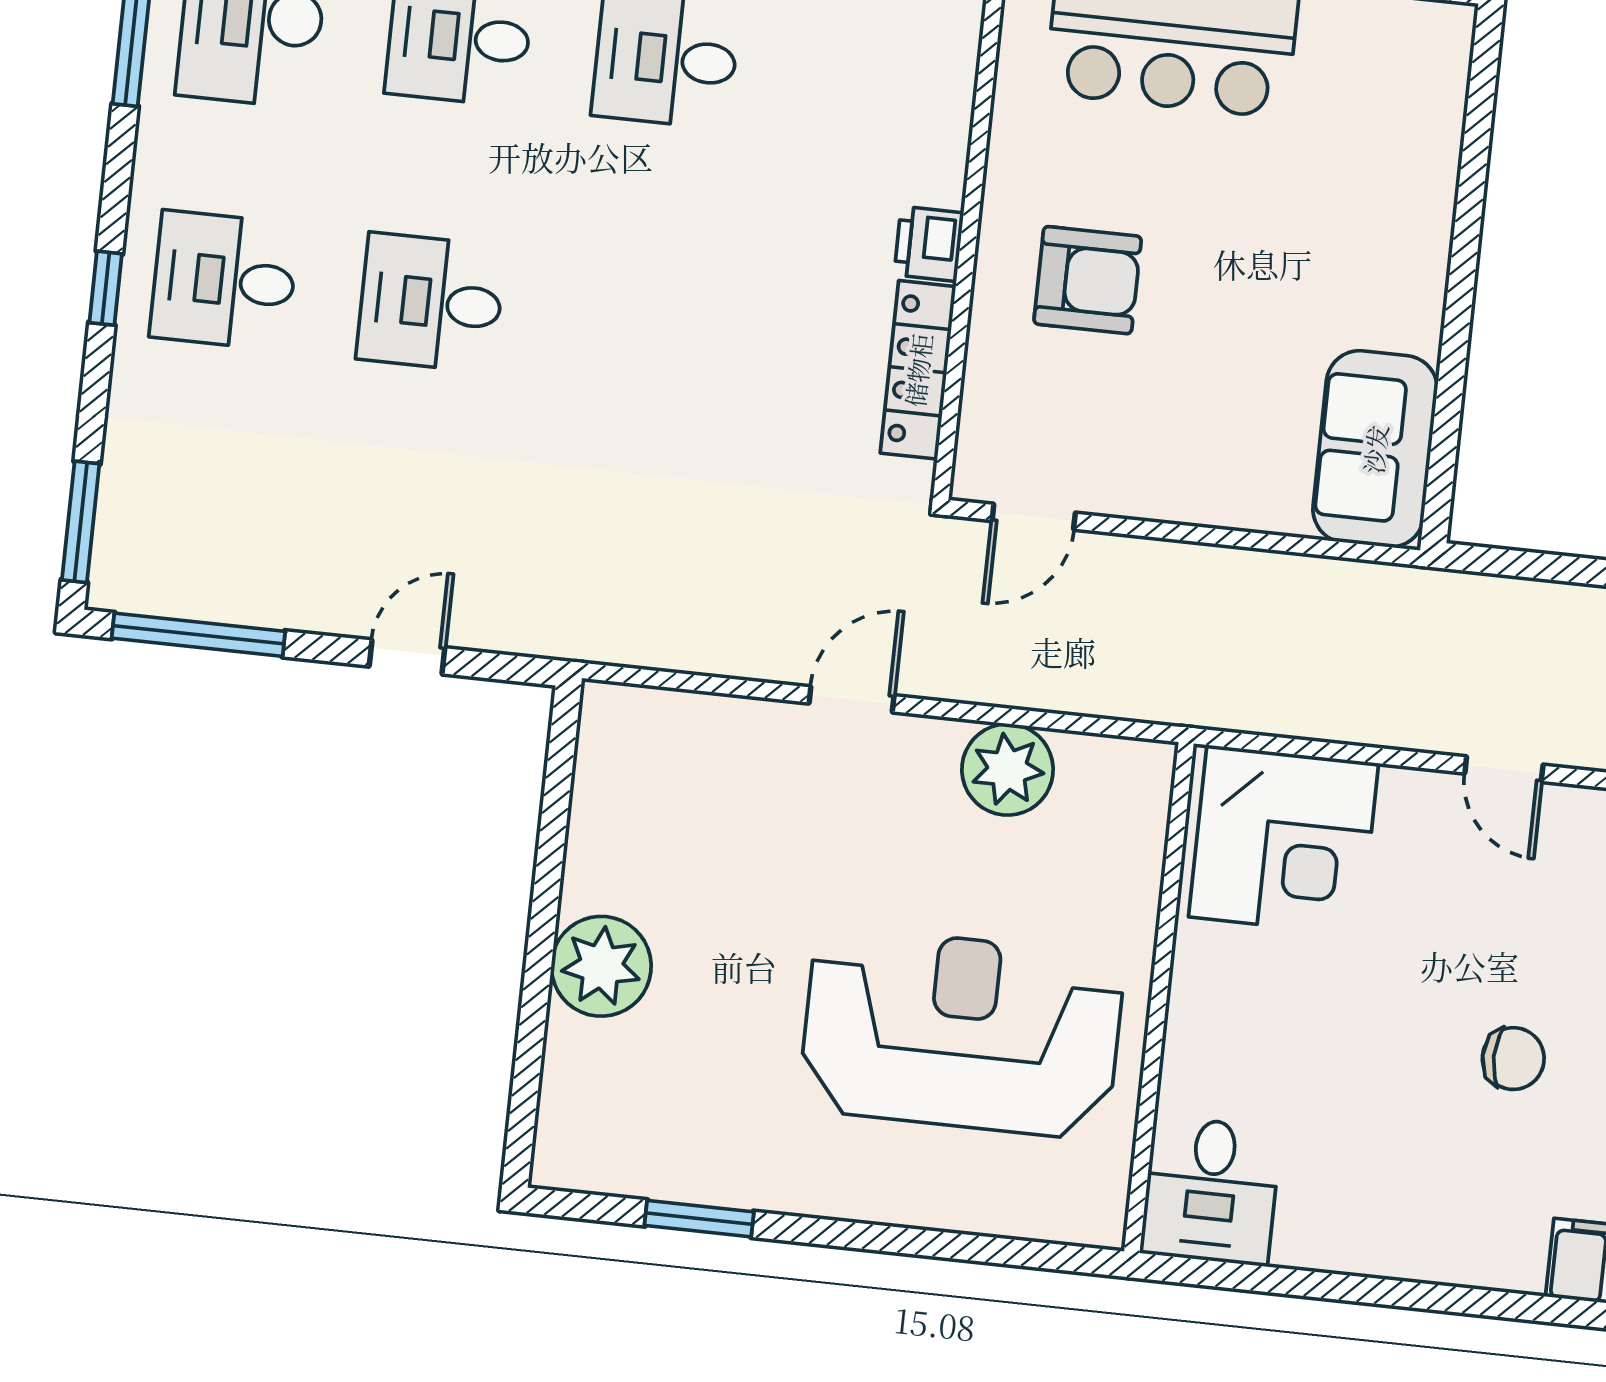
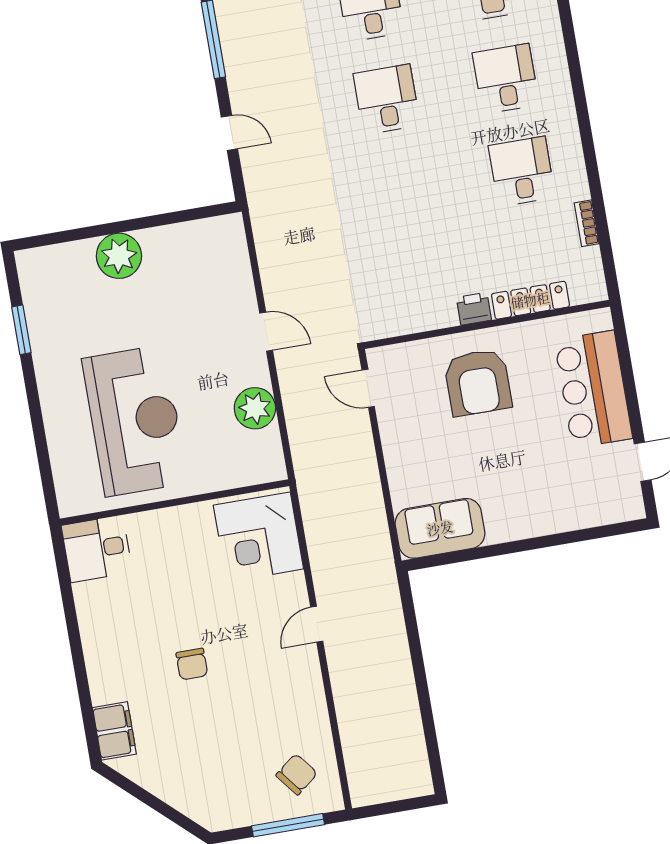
armchair: (1088, 280) -> (478, 382), width x1.36, depth x1.36
locker: (918, 370) -> (530, 300), moved

